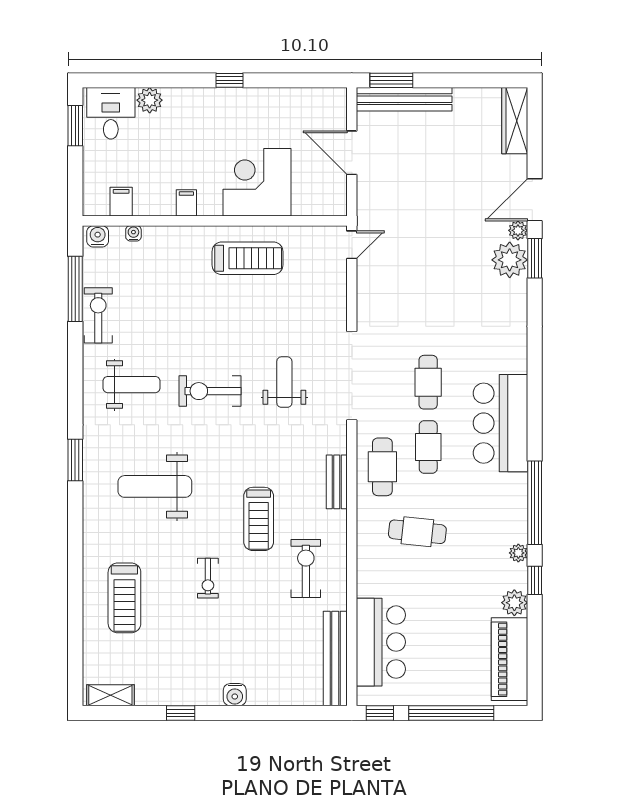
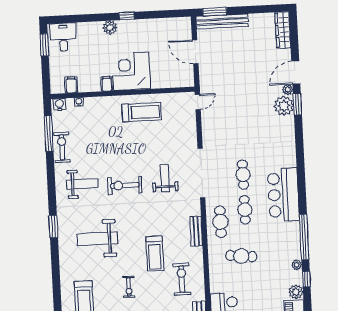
plant: (150, 100) -> (110, 28), moved
corner desk: (257, 182) -> (131, 71), moved

